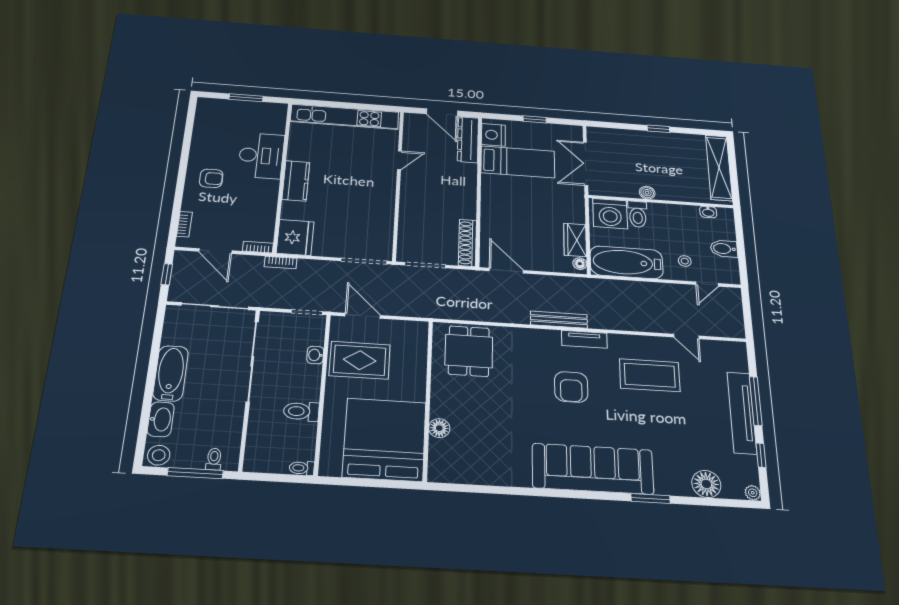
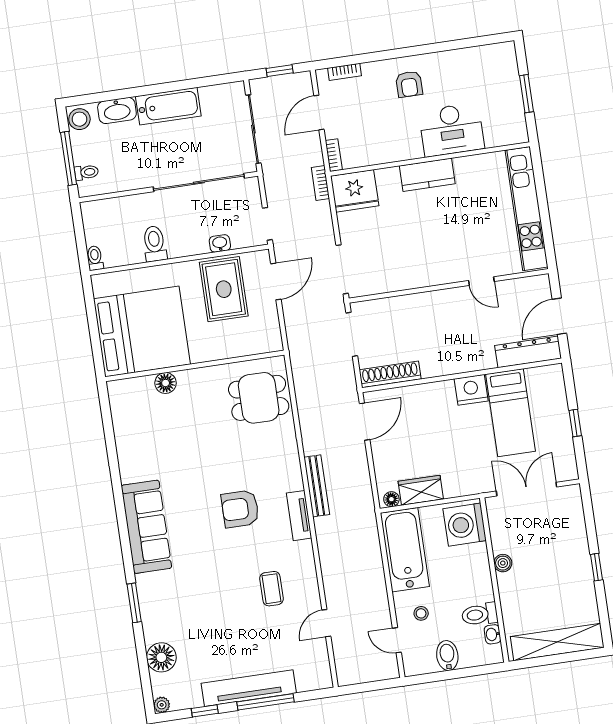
nightstand: (493, 135) -> (471, 390), moved
toilet: (638, 214) -> (480, 614), moved
coffee table: (650, 375) -> (271, 589), width x0.54, depth x0.58
sofa: (593, 469) -> (146, 527), width x0.74, depth x0.79

